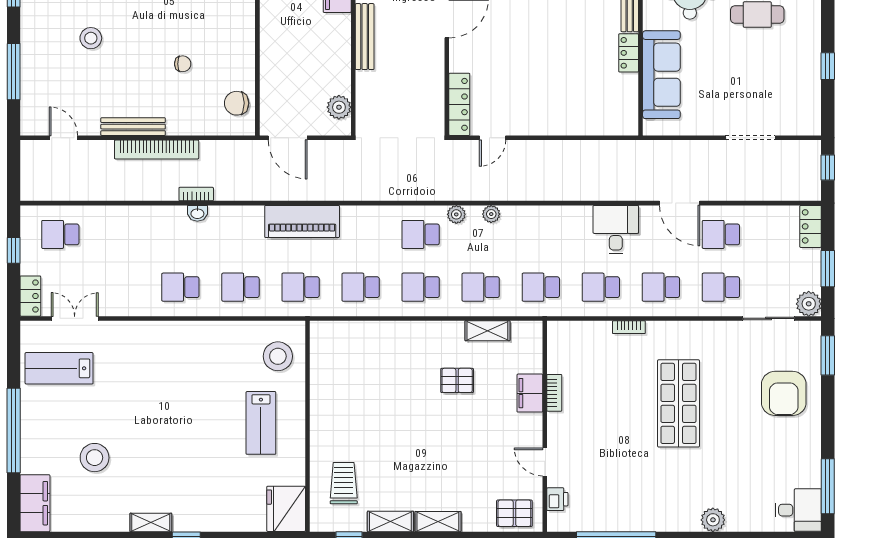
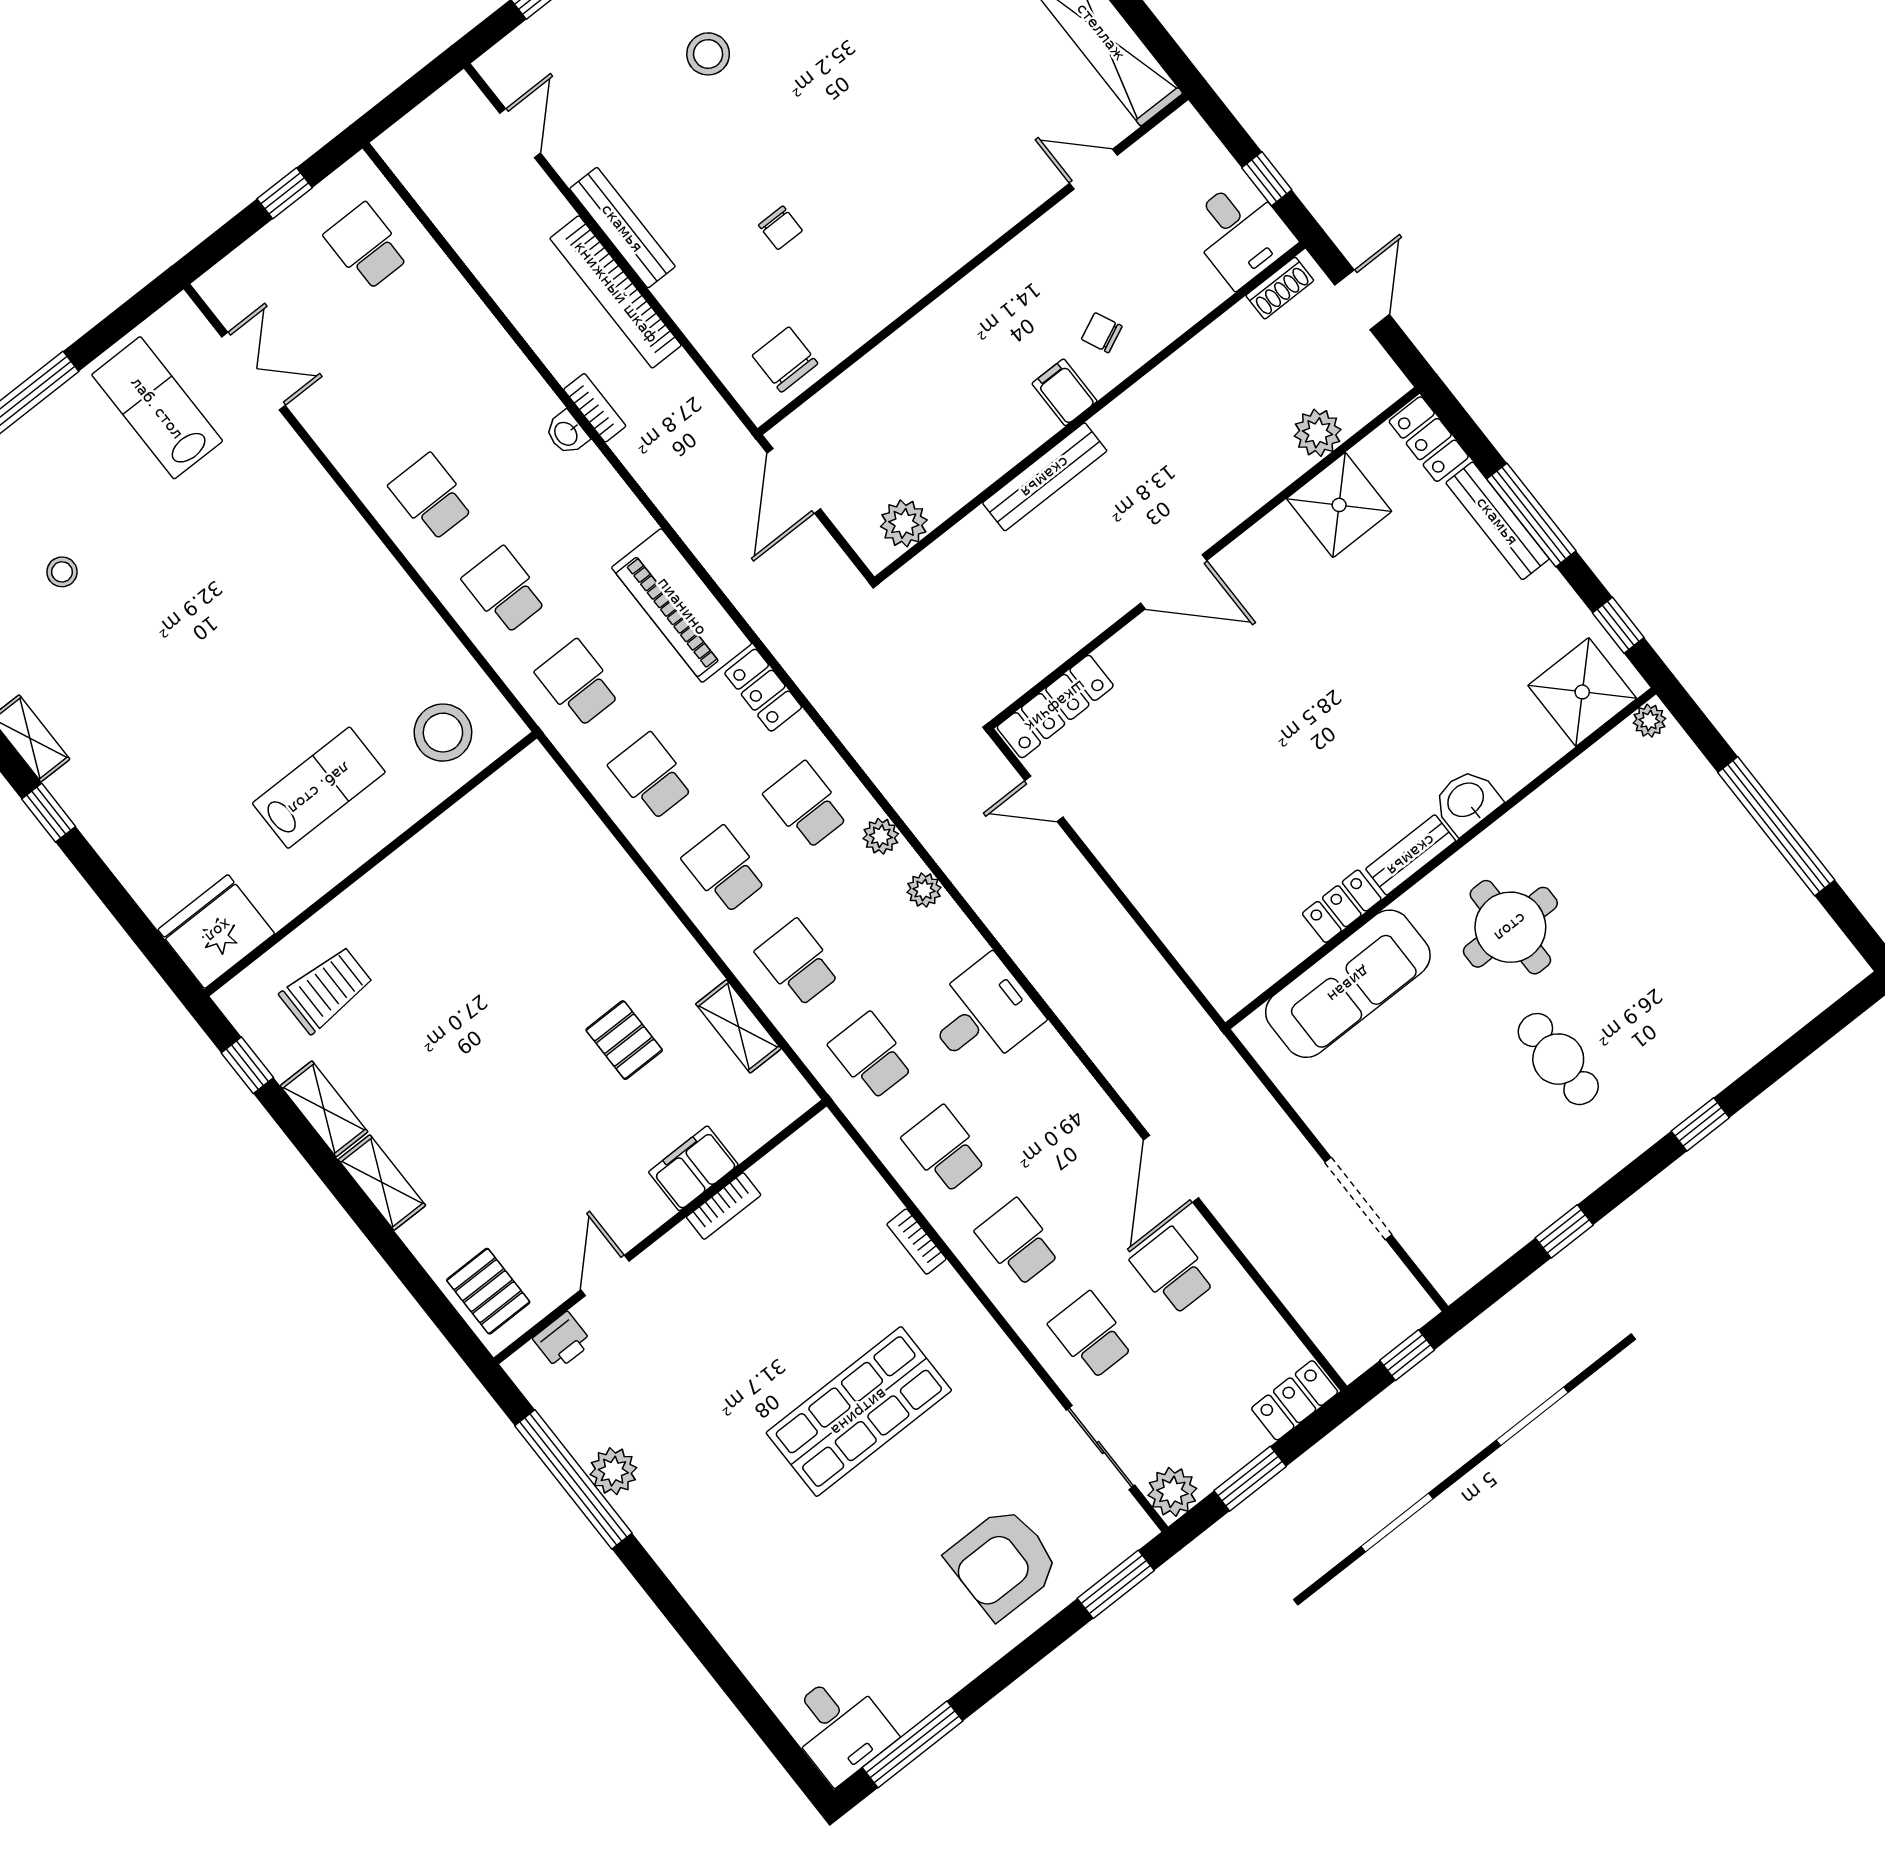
desk: (616, 230) -> (983, 1014), moved
locker: (30, 296) -> (763, 690), moved, turned 90
lab bench: (261, 423) -> (319, 788), turned 180
stool: (95, 458) -> (62, 572), width x0.53, depth x0.53
plant: (713, 520) -> (613, 1471), moved

